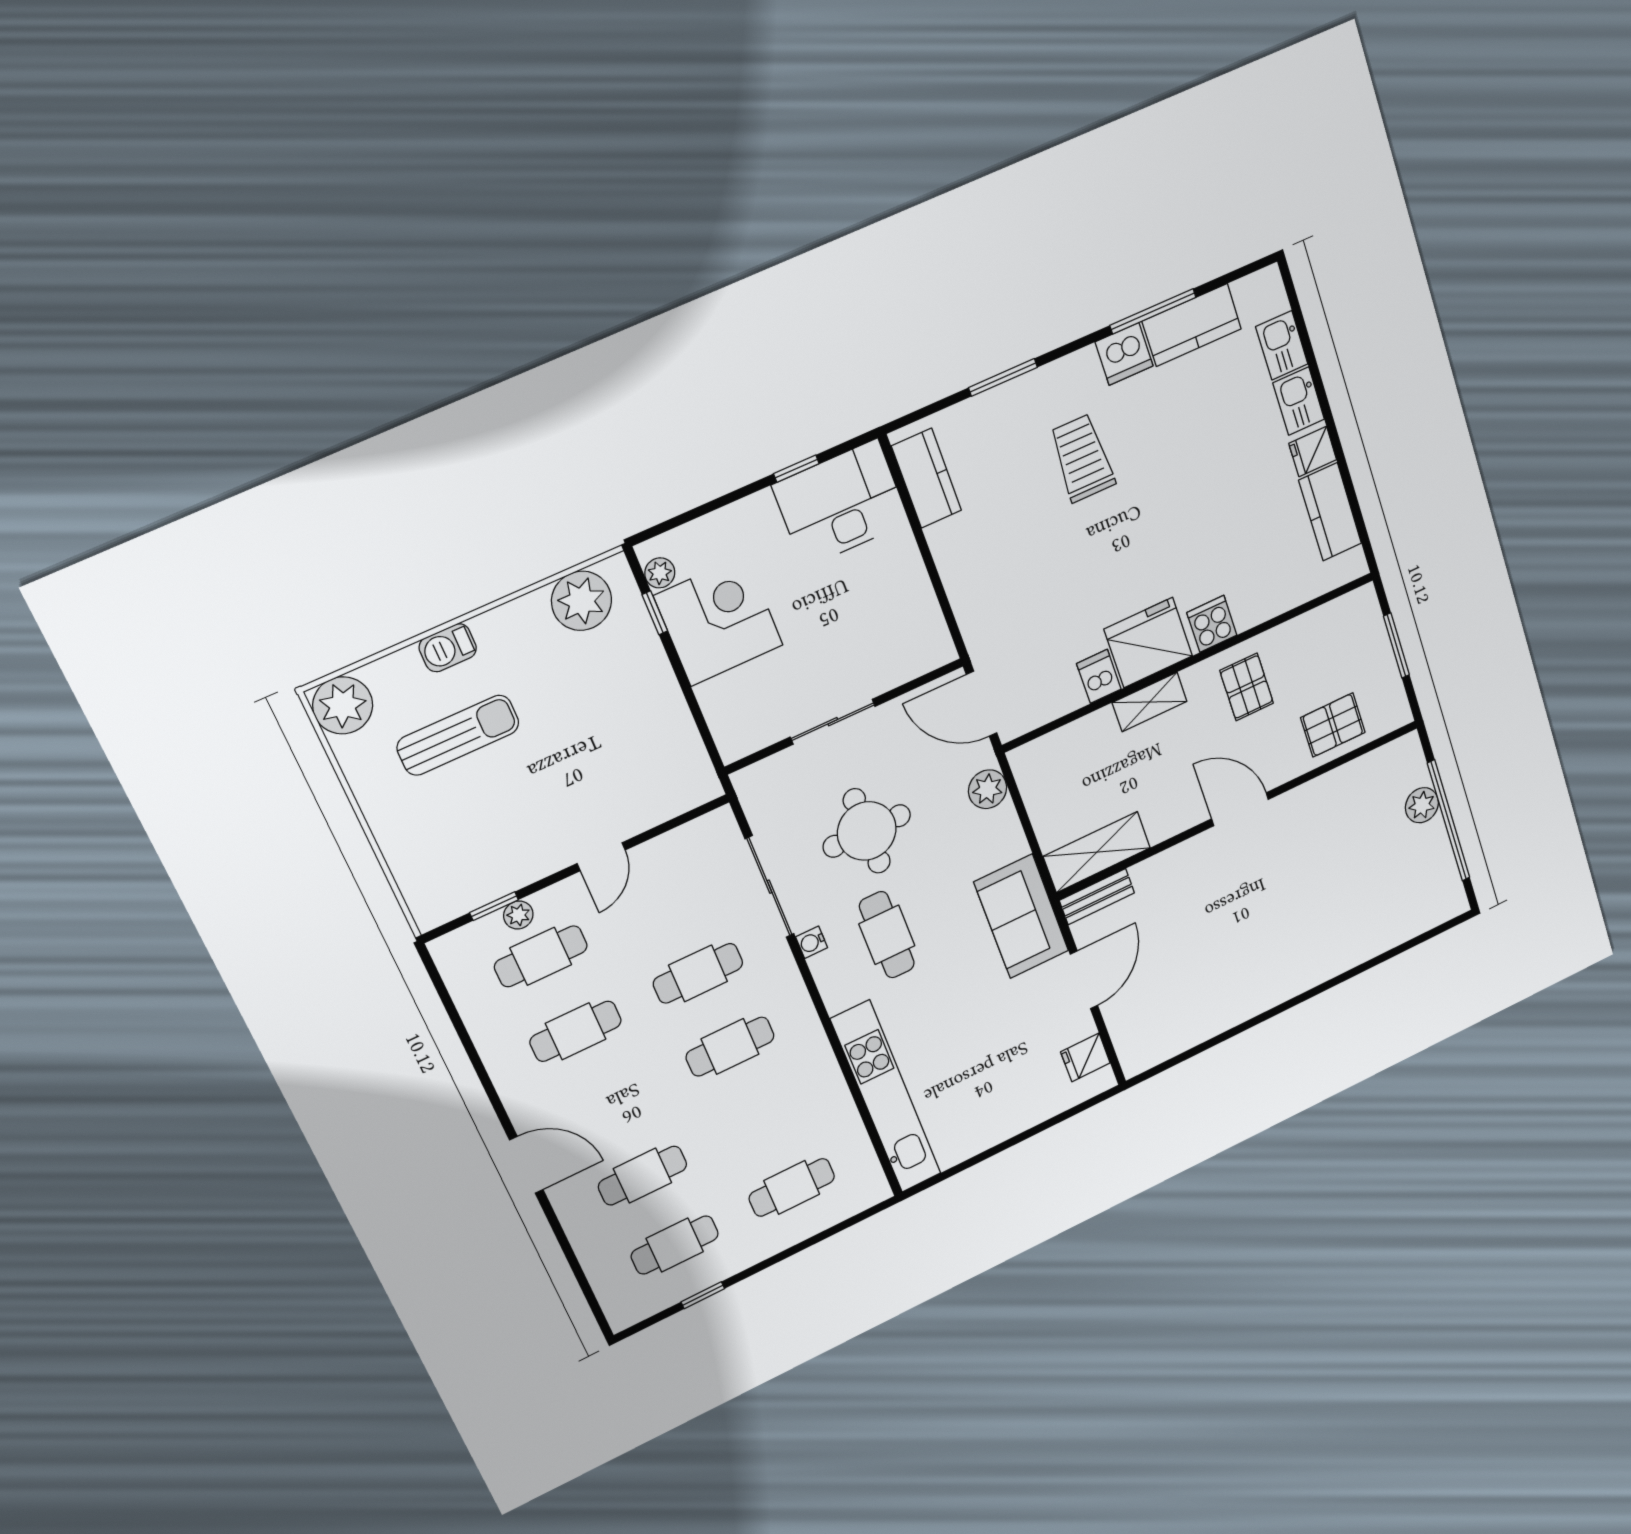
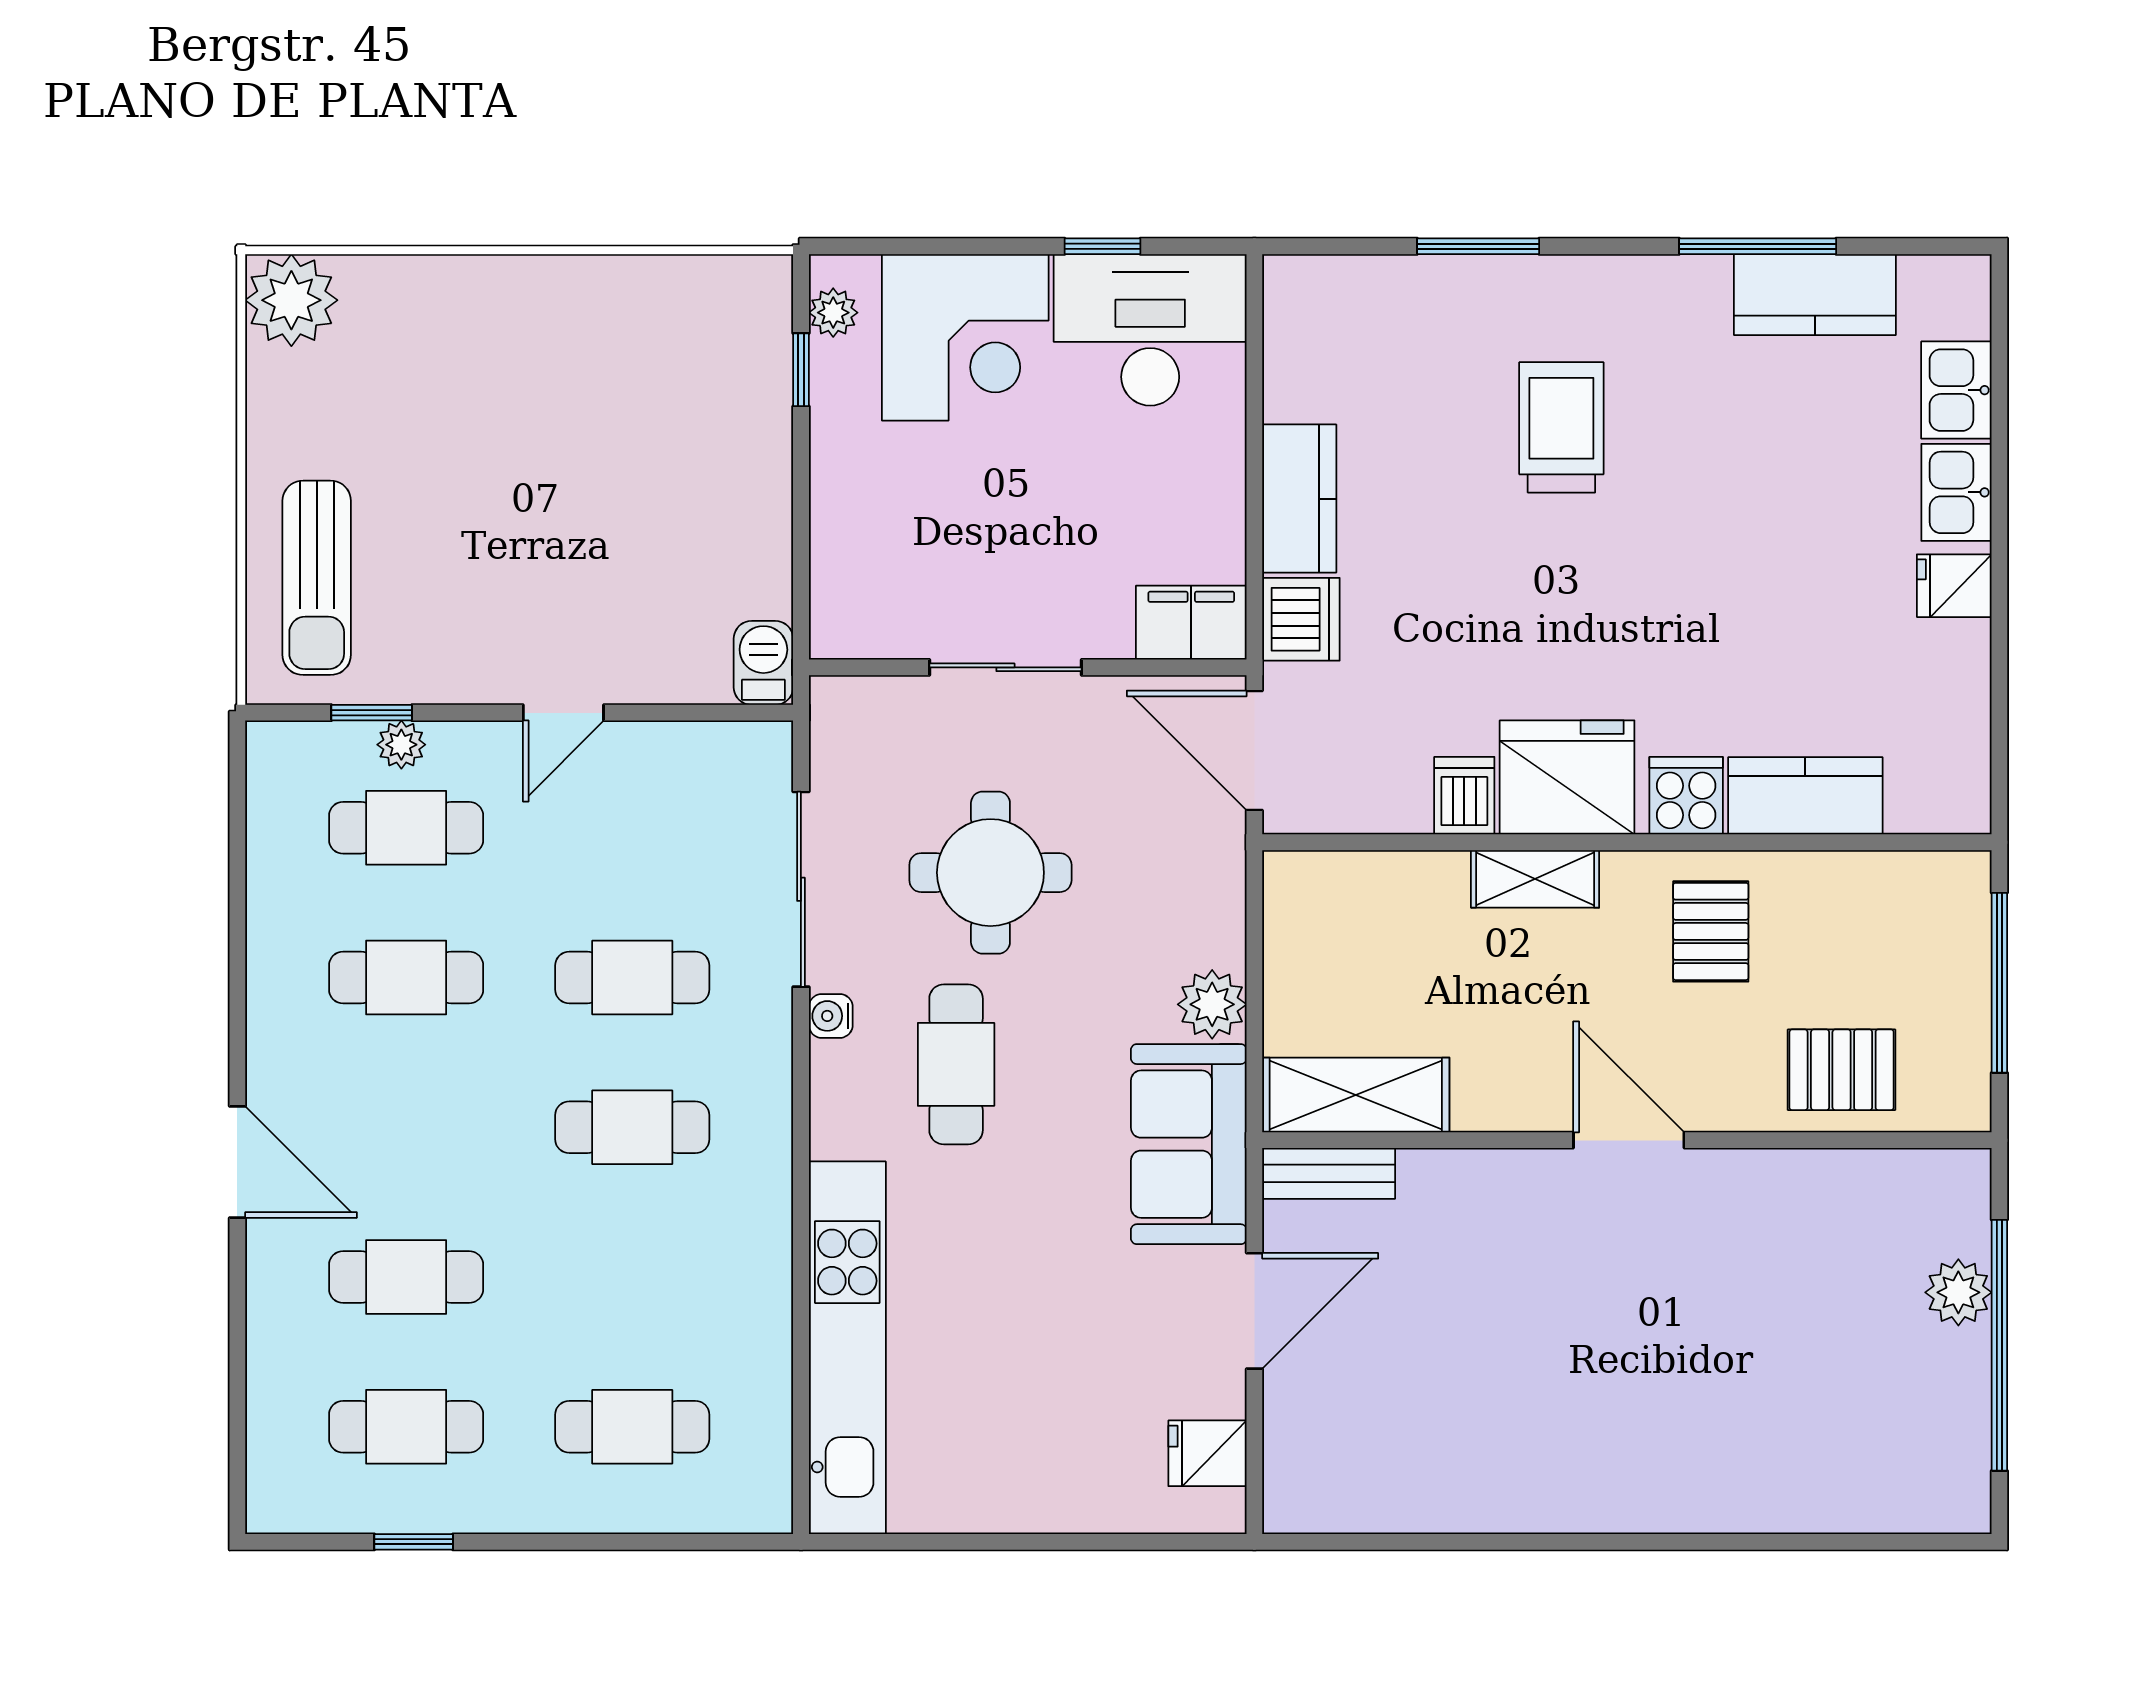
dishwasher: (1124, 354) -> (1301, 619), moved, turned -90
kitchen counter: (927, 478) -> (1299, 499), moved
kitchen counter: (1330, 512) -> (1805, 796), moved, turned 90
plant: (582, 601) -> (700, 302), removed
corner desk: (719, 620) -> (965, 337), moved, turned 90
window: (1396, 646) -> (1999, 983), width x1.44
barbecue: (448, 648) -> (763, 663), moved, turned 90
filing cabinet: (923, 652) -> (1191, 623), added
sun lounger: (458, 735) -> (317, 578), moved, turned 90
plant: (988, 789) -> (1212, 1004), moved

